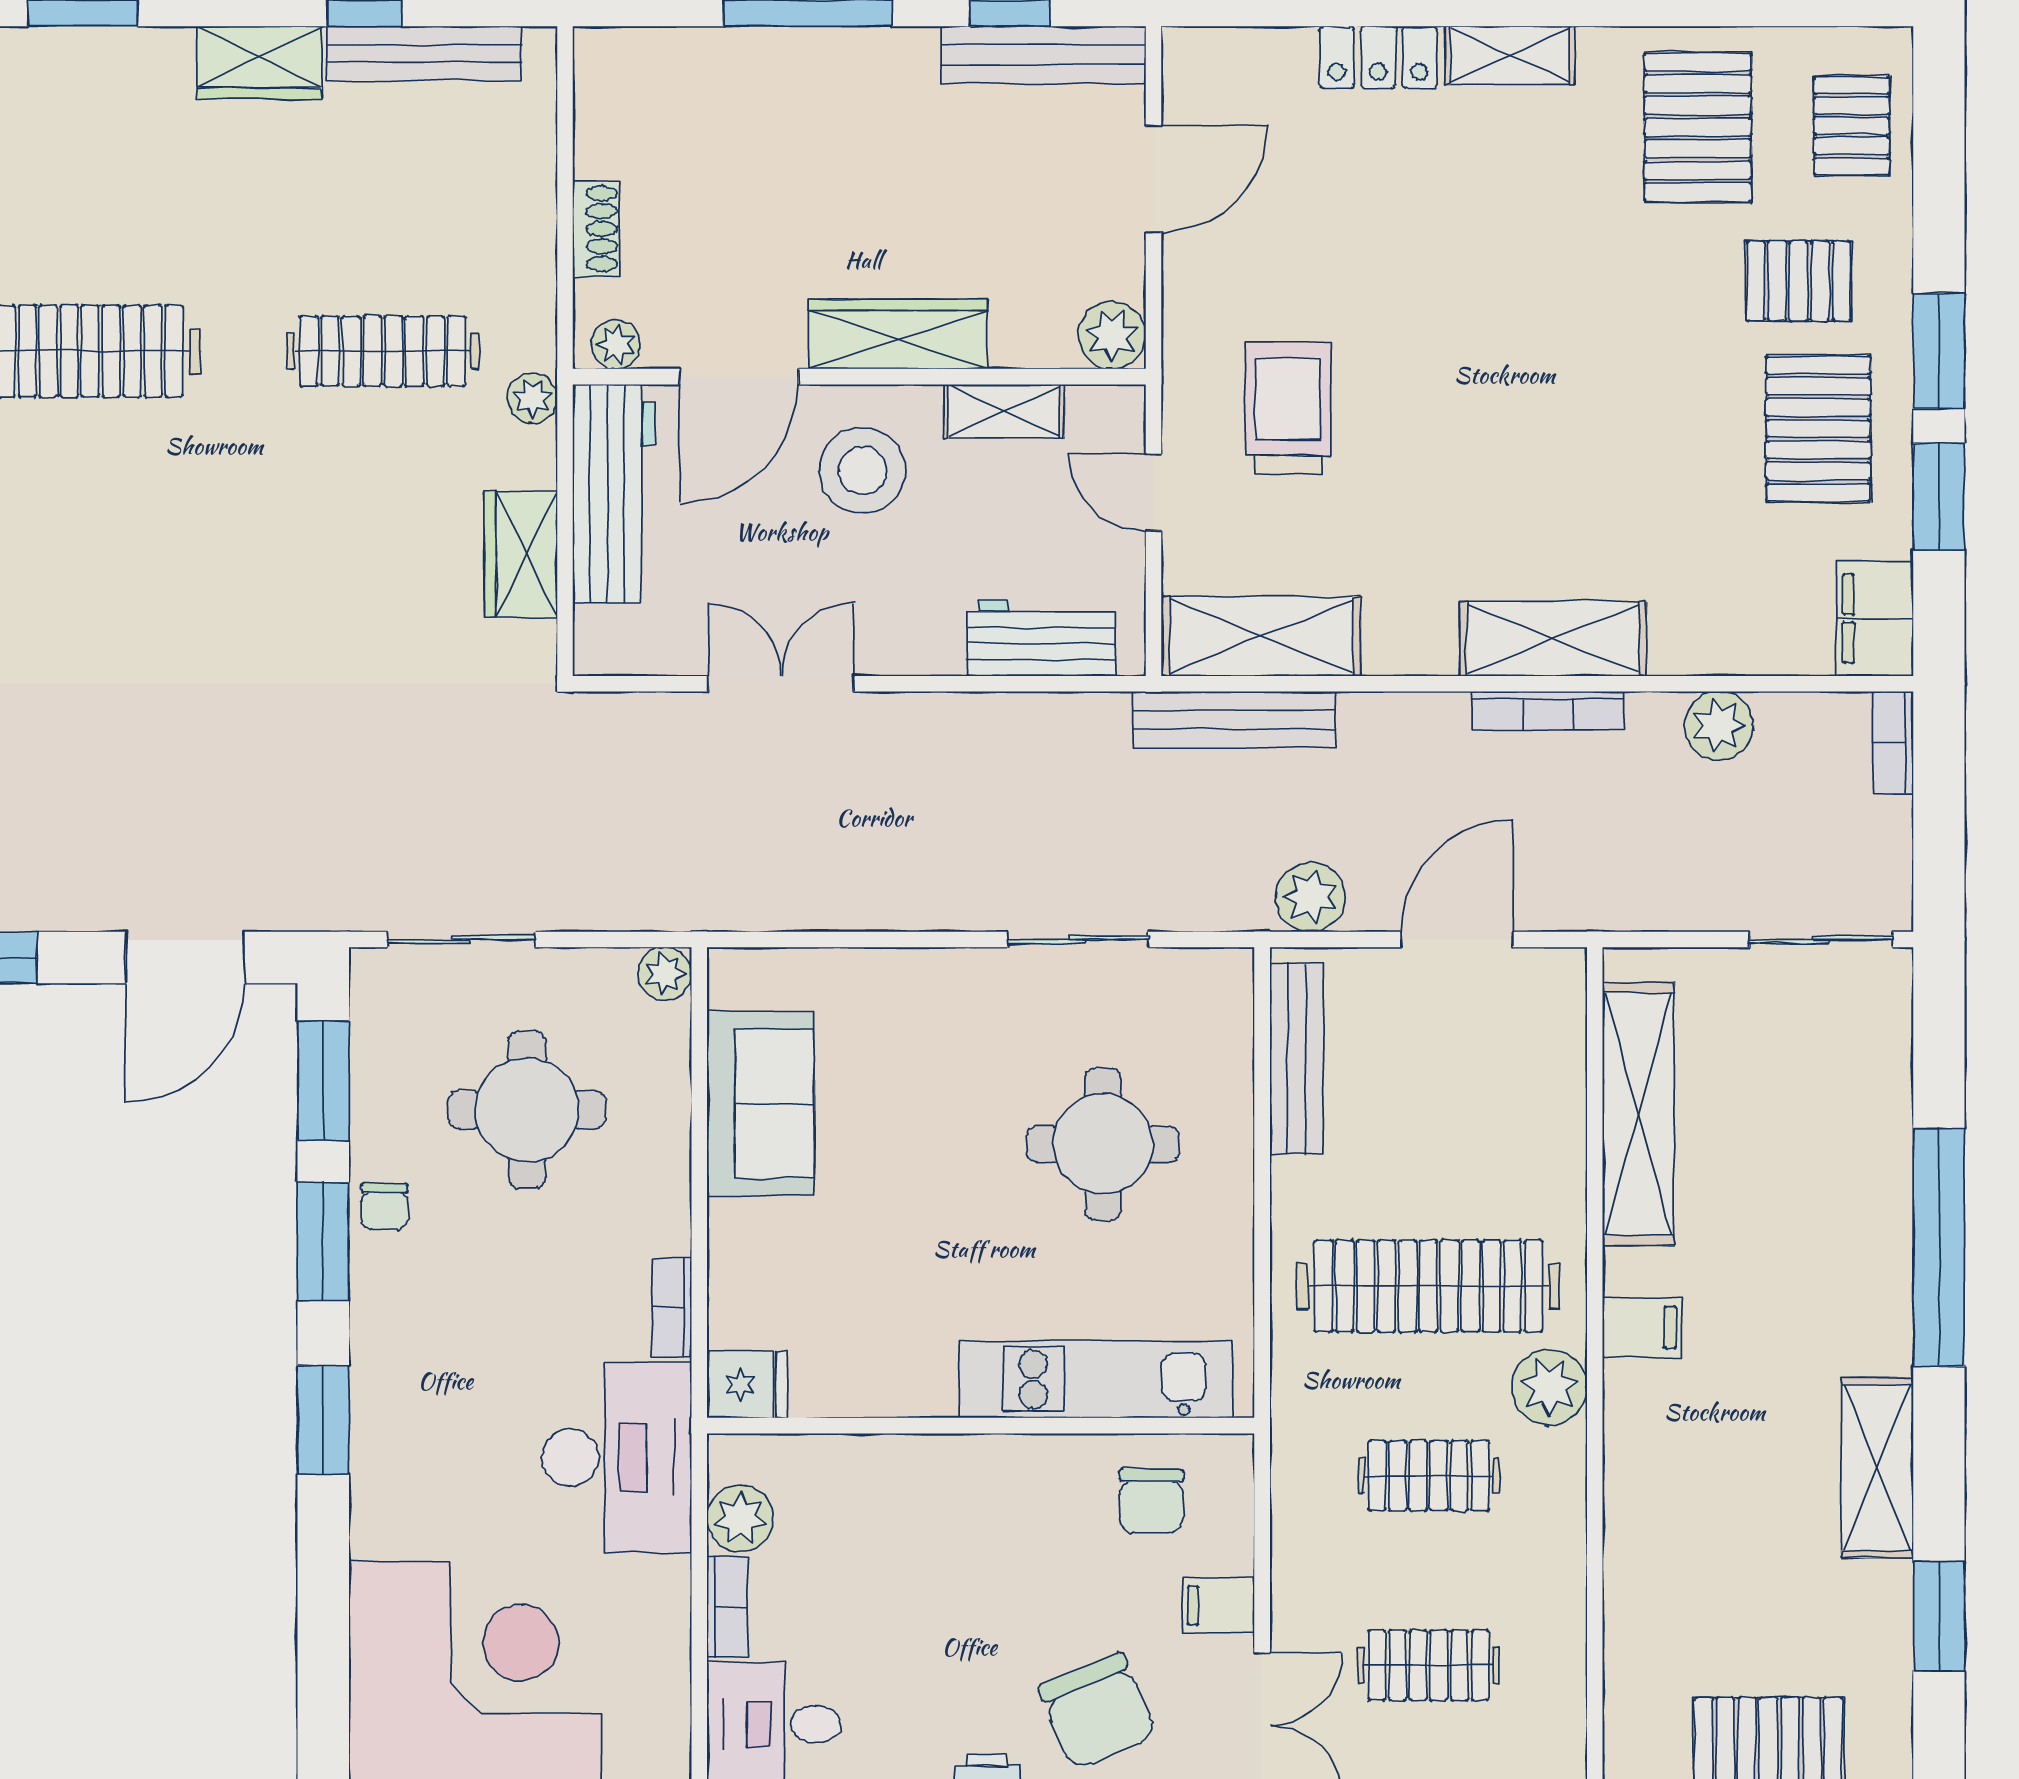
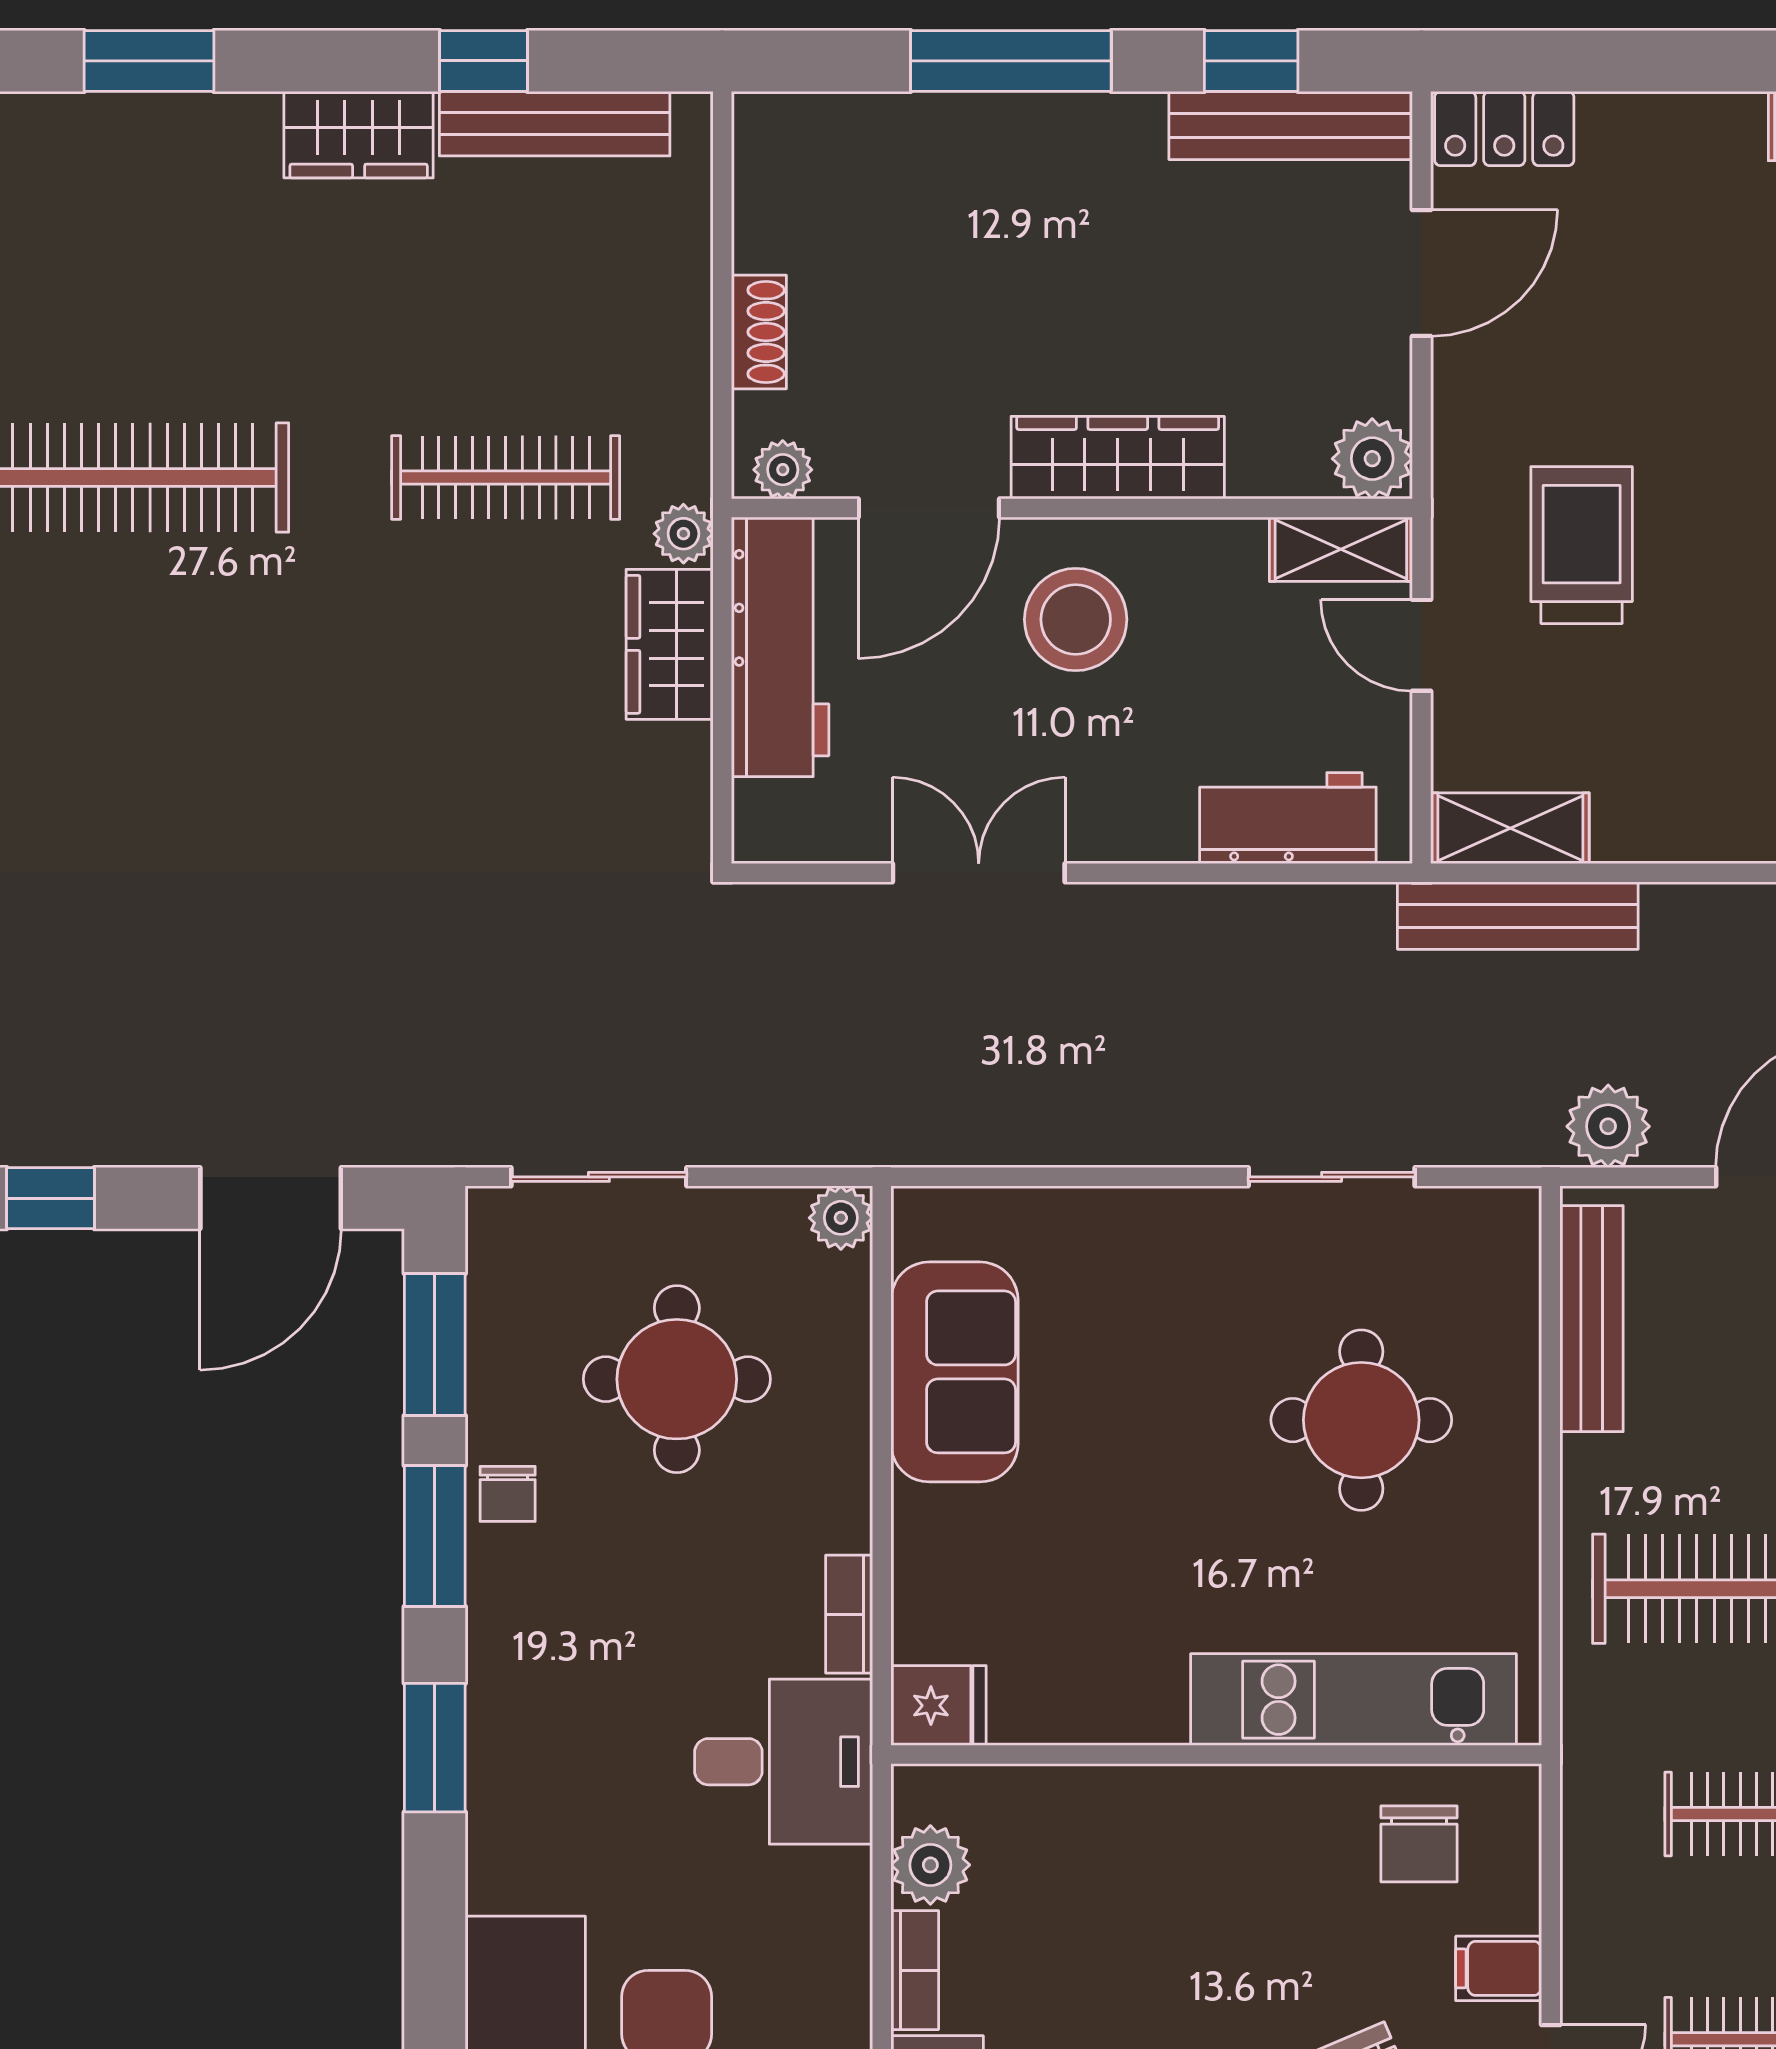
locker: (1378, 57) -> (1504, 129), moved
shelving: (1004, 411) -> (1341, 549), moved
wardrobe: (521, 554) -> (670, 644), moved
shelving: (1261, 636) -> (1510, 828), width x0.67, depth x0.75
desk: (617, 1457) -> (784, 1762), width x0.73

